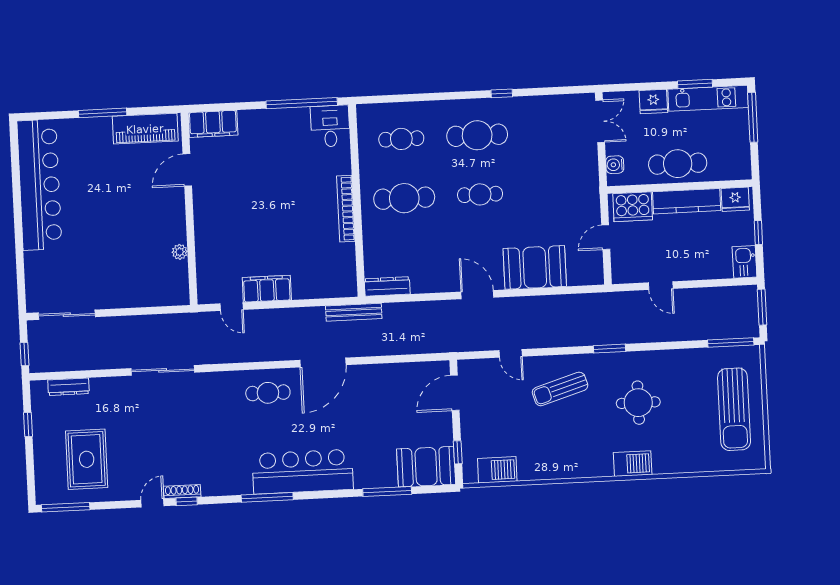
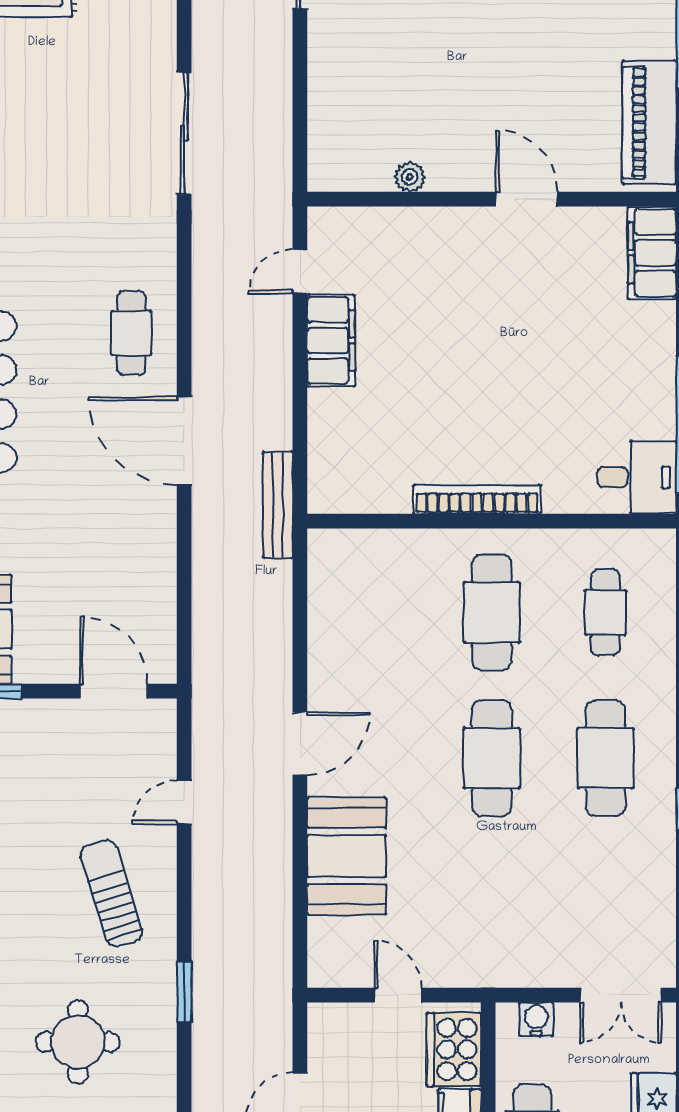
door: (187, 170) -> (527, 199), moved
cafe table: (480, 194) -> (492, 758), width x1.37, depth x1.35
dresser: (387, 286) -> (324, 572), removed

